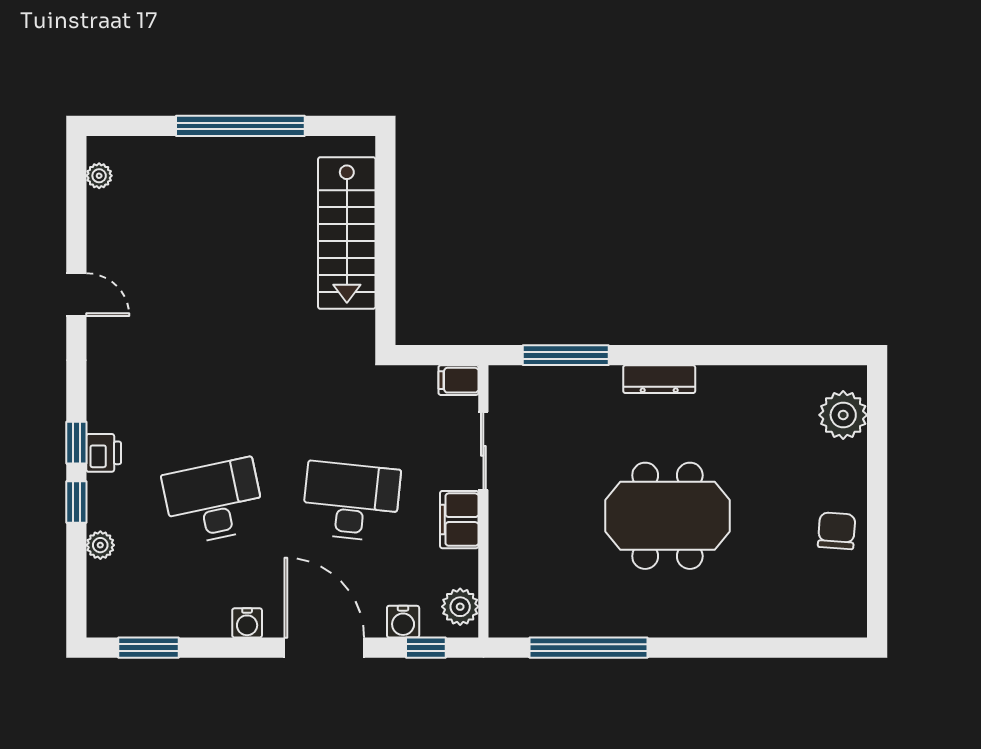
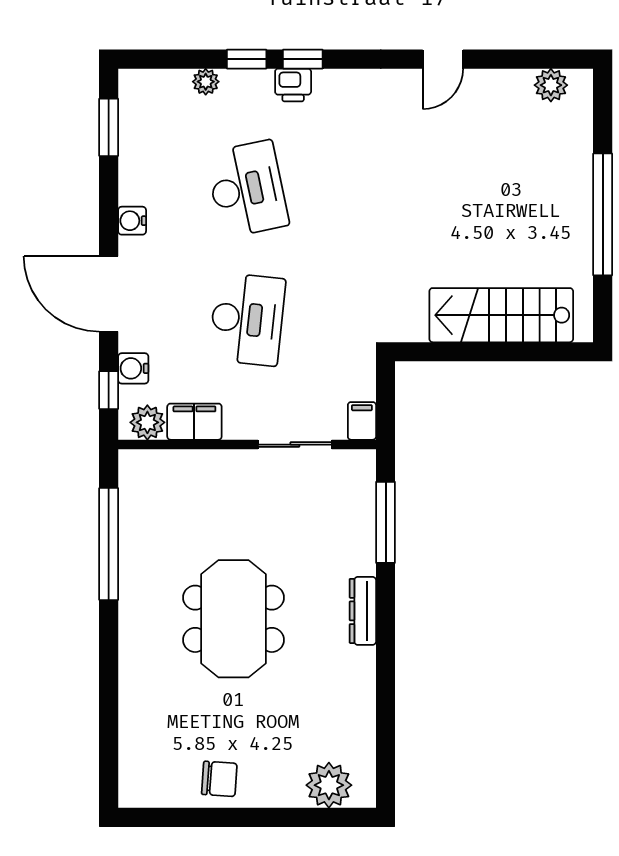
plant: (99, 176) -> (551, 85), width x1.38, depth x1.38
filing cabinet: (459, 520) -> (194, 422), moved
door: (324, 648) -> (109, 294), swing flipped

